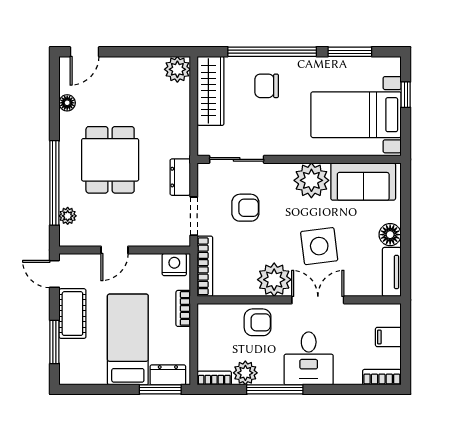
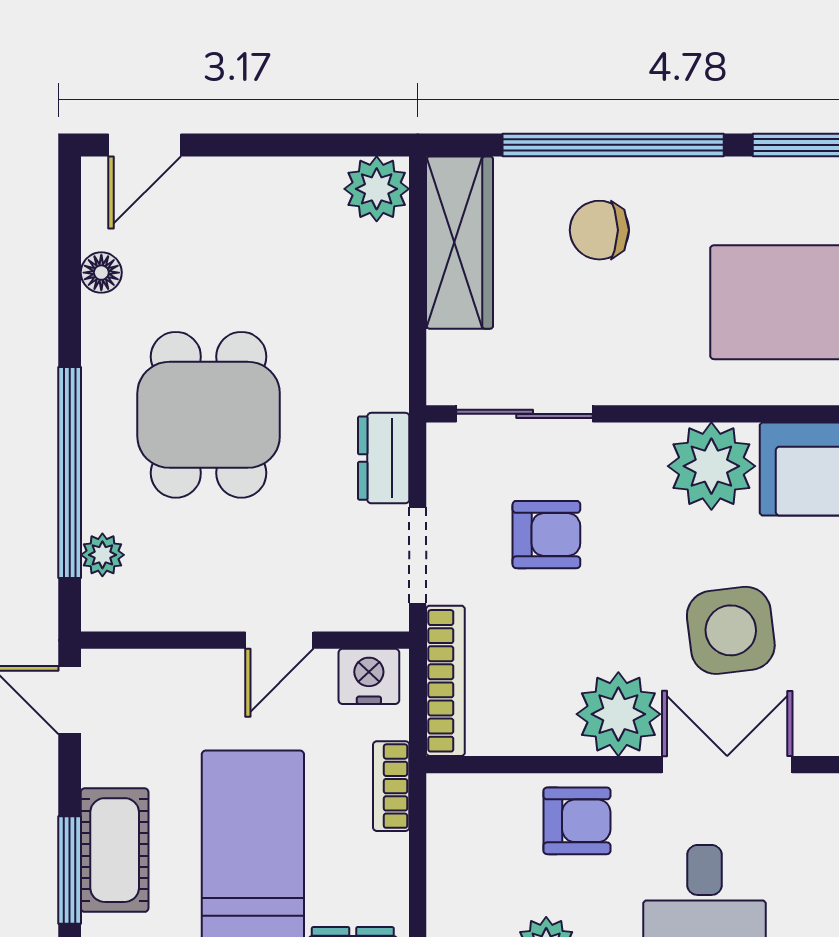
door: (114, 250) -> (279, 640), moved
cot: (72, 314) -> (115, 850), moved

